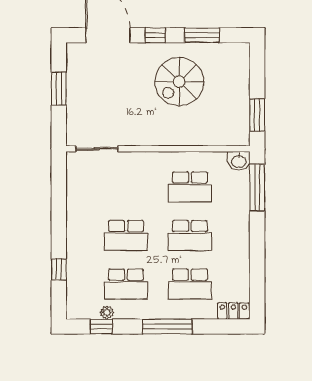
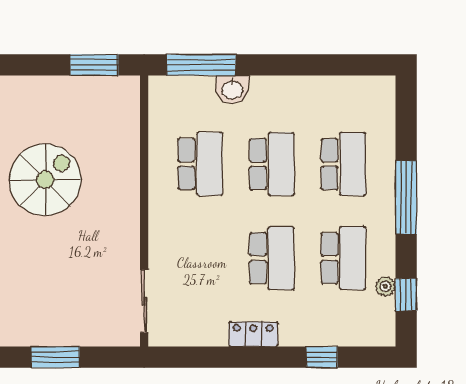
spiral stairs: (179, 82) -> (45, 180), turned -90
washbasin: (239, 161) -> (232, 89), moved, turned 90
locker: (233, 311) -> (253, 334), moved, turned 90

